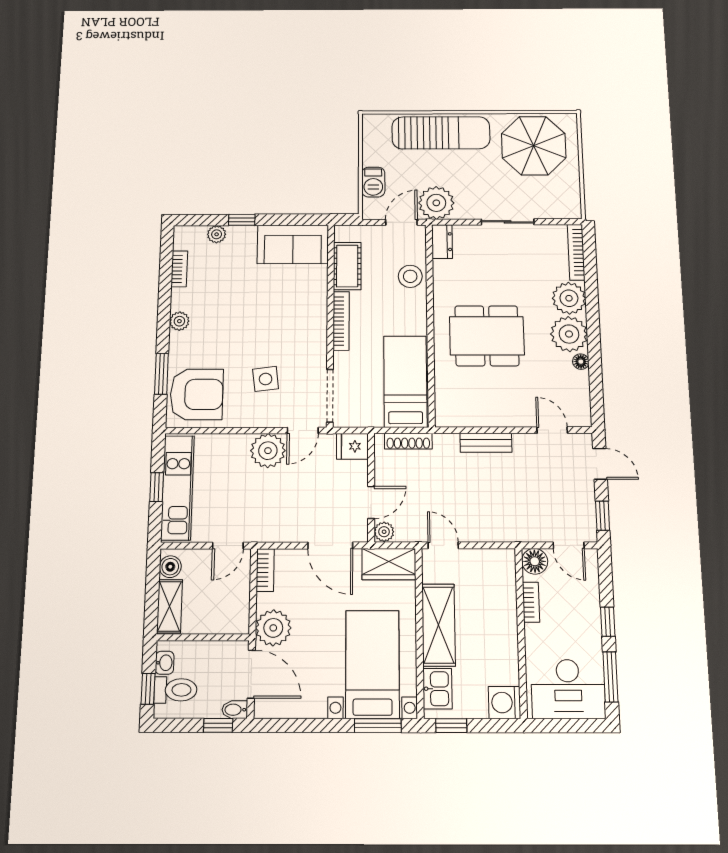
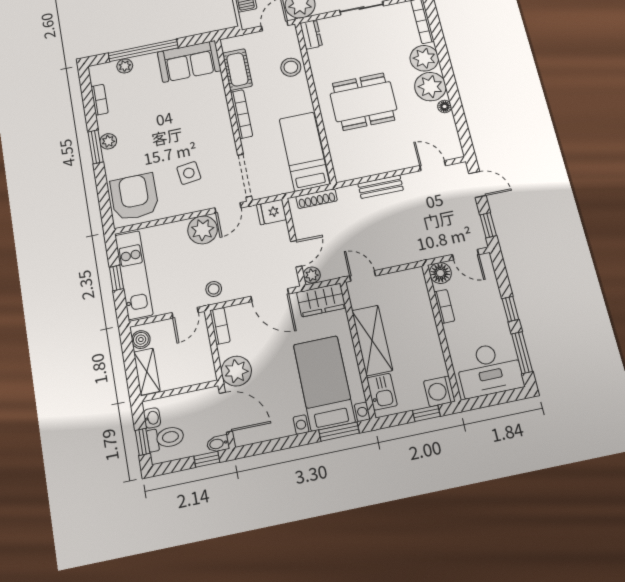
window: (242, 220) -> (143, 50), width x3.17
window: (161, 374) -> (96, 147), moved
armchair: (197, 394) -> (134, 197), turned -90
stool: (267, 524) -> (214, 289), added
window: (451, 726) -> (426, 413), moved

